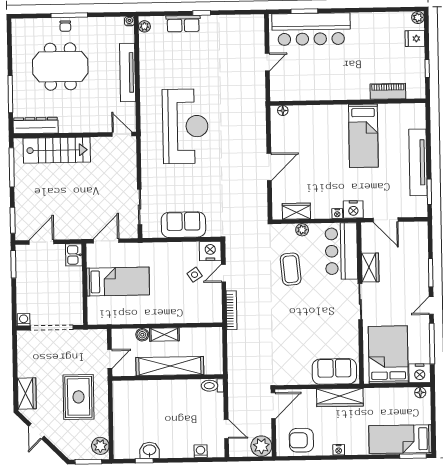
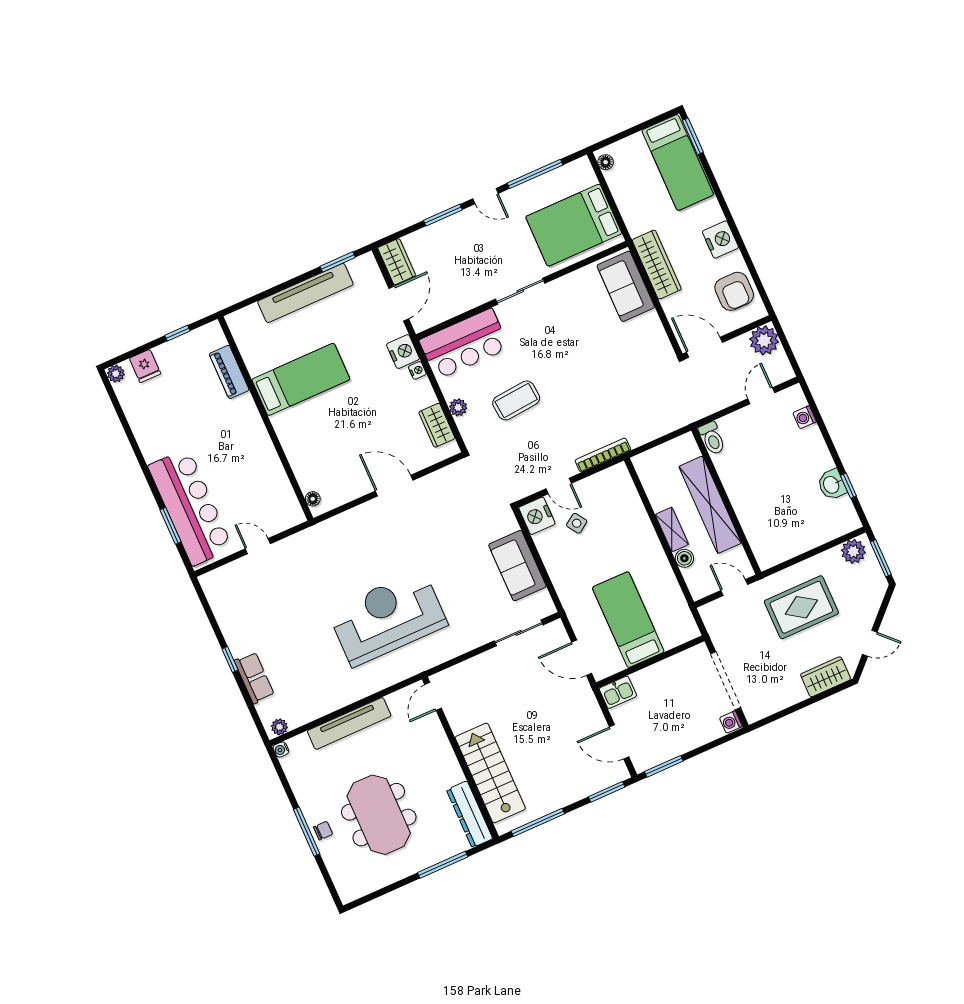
wardrobe: (370, 268) -> (397, 262), moved, turned 90
nightstand: (420, 373) -> (581, 174), removed
nightstand: (339, 450) -> (720, 240), width x1.89, depth x1.79

